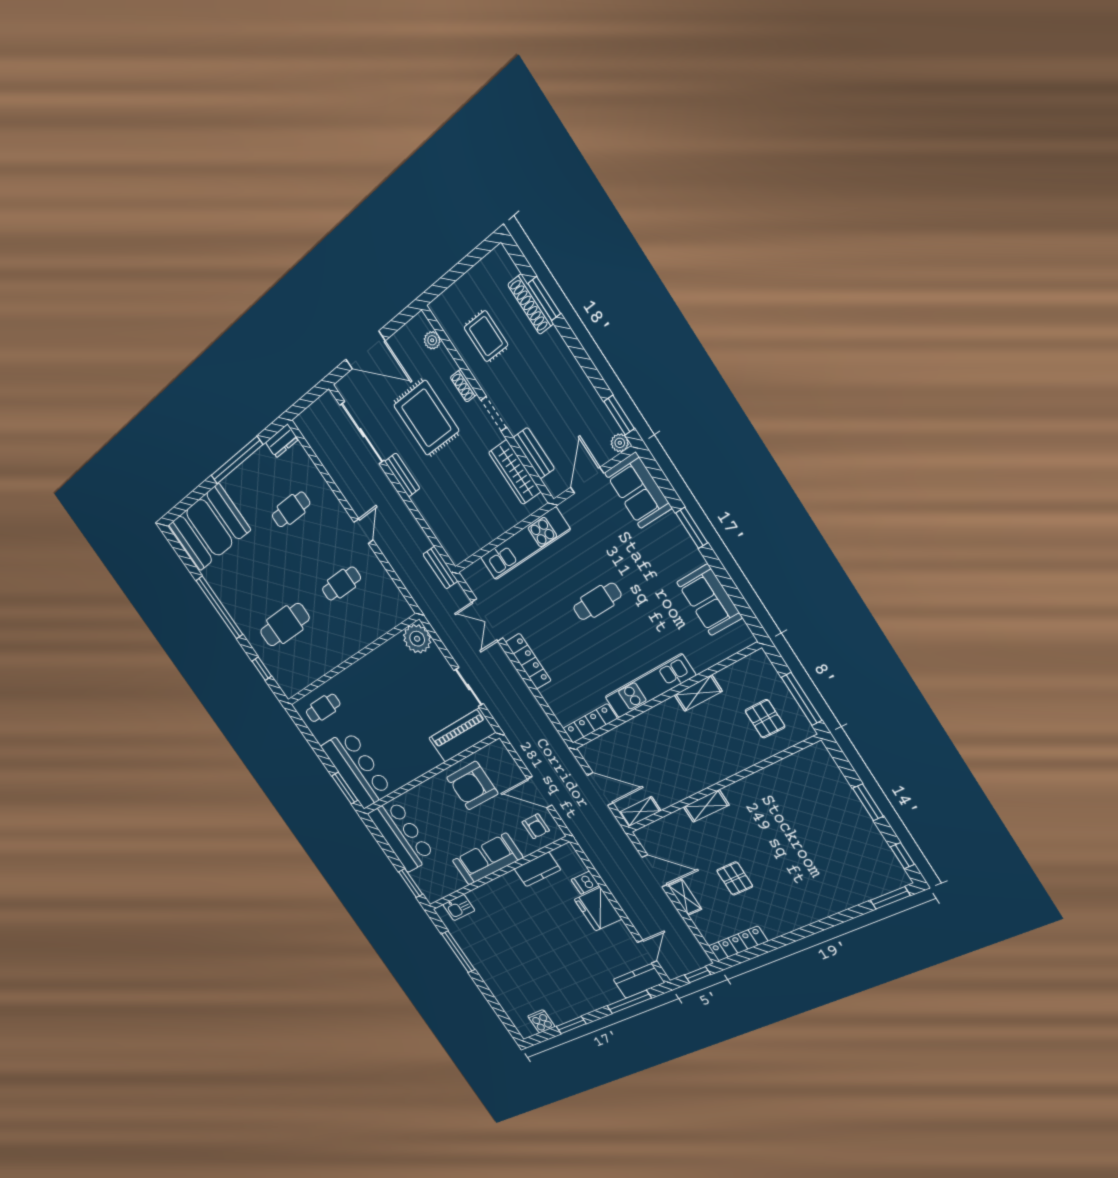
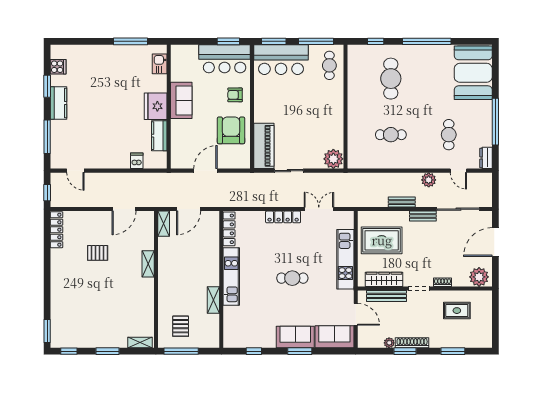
shoe rack: (531, 304) -> (412, 343), moved
plant: (432, 340) -> (479, 277), width x1.87, depth x1.87
window: (619, 415) -> (405, 351), moved
rug: (426, 418) -> (382, 240), moved
plant: (620, 443) -> (389, 343), moved
bench: (534, 453) -> (387, 296), width x1.36
plant: (357, 498) -> (429, 180), added
door: (363, 531) -> (458, 171), moved
bench: (440, 568) -> (402, 202), moved
cafe table: (341, 584) -> (391, 135), turned 90
window: (735, 595) -> (254, 351), added
sofa: (709, 600) -> (295, 337), moved
cafe table: (597, 601) -> (292, 278), turned 90
pallet: (765, 719) -> (181, 326), turned 90
window: (311, 739) -> (316, 41), added
armchair: (536, 826) -> (235, 95), moved
sofa: (487, 859) -> (181, 100), width x0.73
window: (411, 883) -> (228, 41), moved
shelving: (685, 897) -> (140, 343), moved
fridge: (598, 909) -> (156, 106), moved, turned -90
kitchen counter: (639, 981) -> (58, 103), moved

